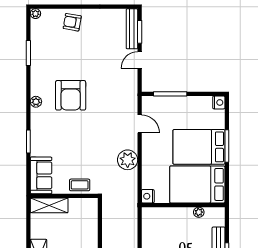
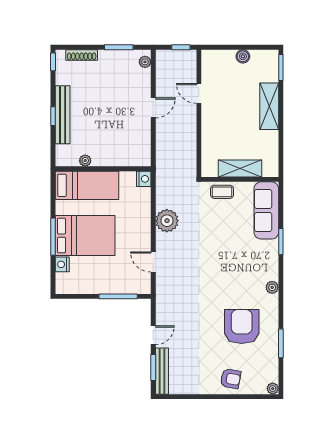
armchair: (71, 95) -> (242, 327), moved
nightstand: (219, 102) -> (62, 264), moved
sofa: (41, 175) -> (266, 210), width x1.36
bed: (197, 184) -> (87, 185), width x0.67
shelving: (49, 205) -> (240, 169), moved

